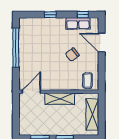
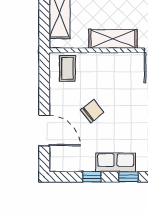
window: (83, 15) -> (92, 177), moved
row of seats: (78, 23) -> (116, 162), moved

